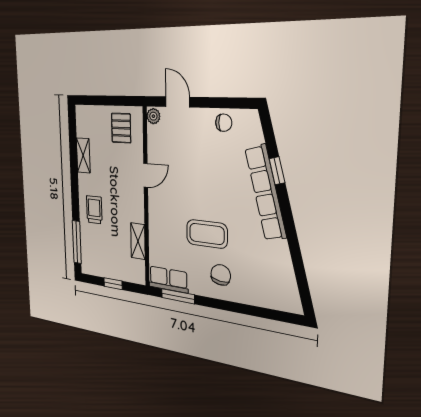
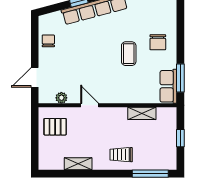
plant: (153, 116) -> (61, 98), moved
coffee table: (207, 234) -> (129, 54), width x0.73, depth x0.77
chair: (221, 275) -> (158, 42), turned -98

